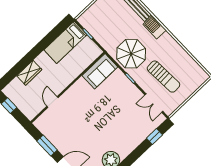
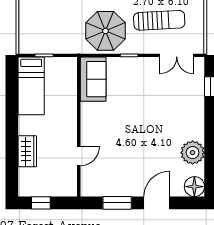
door: (52, 102) -> (79, 156), swing flipped

